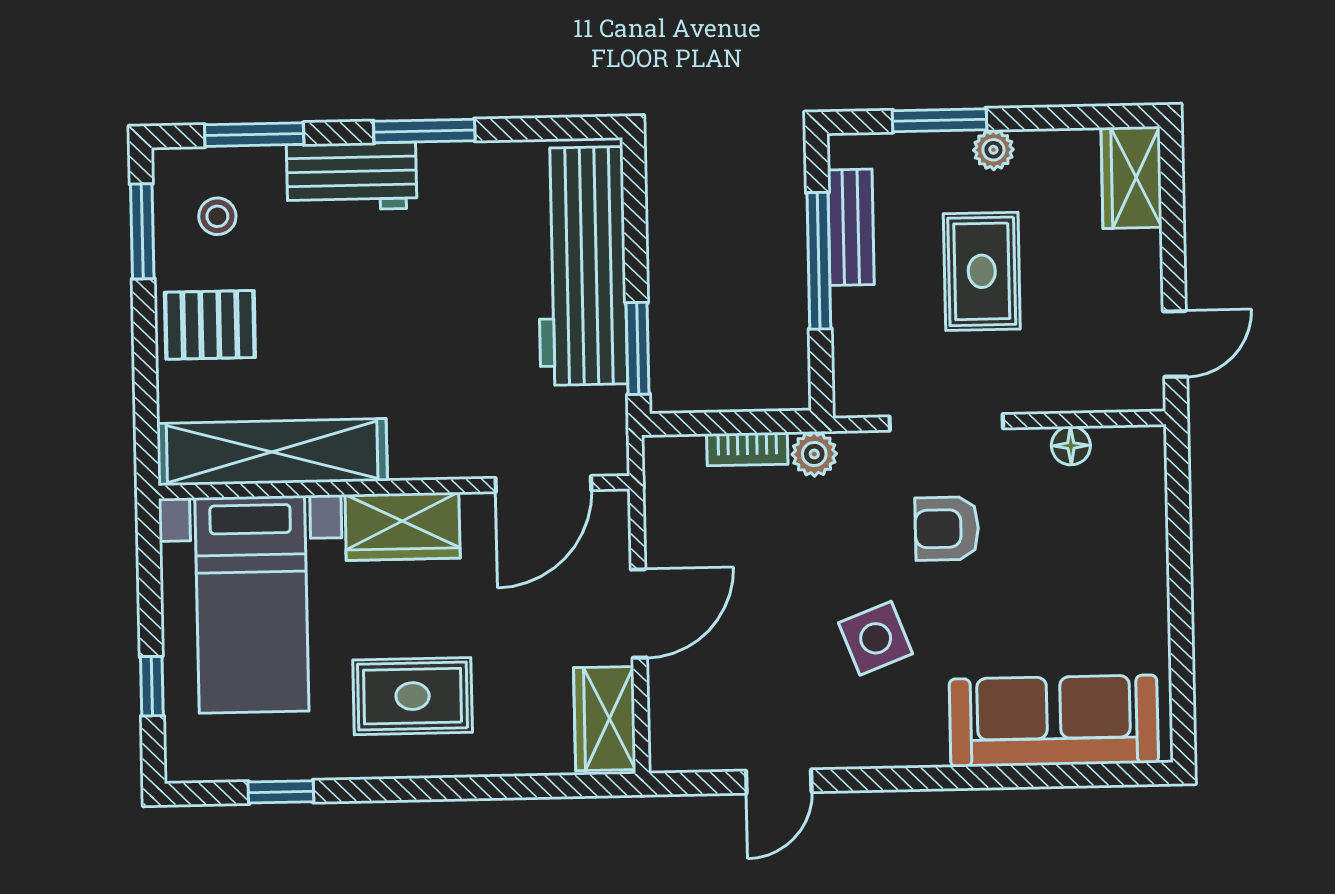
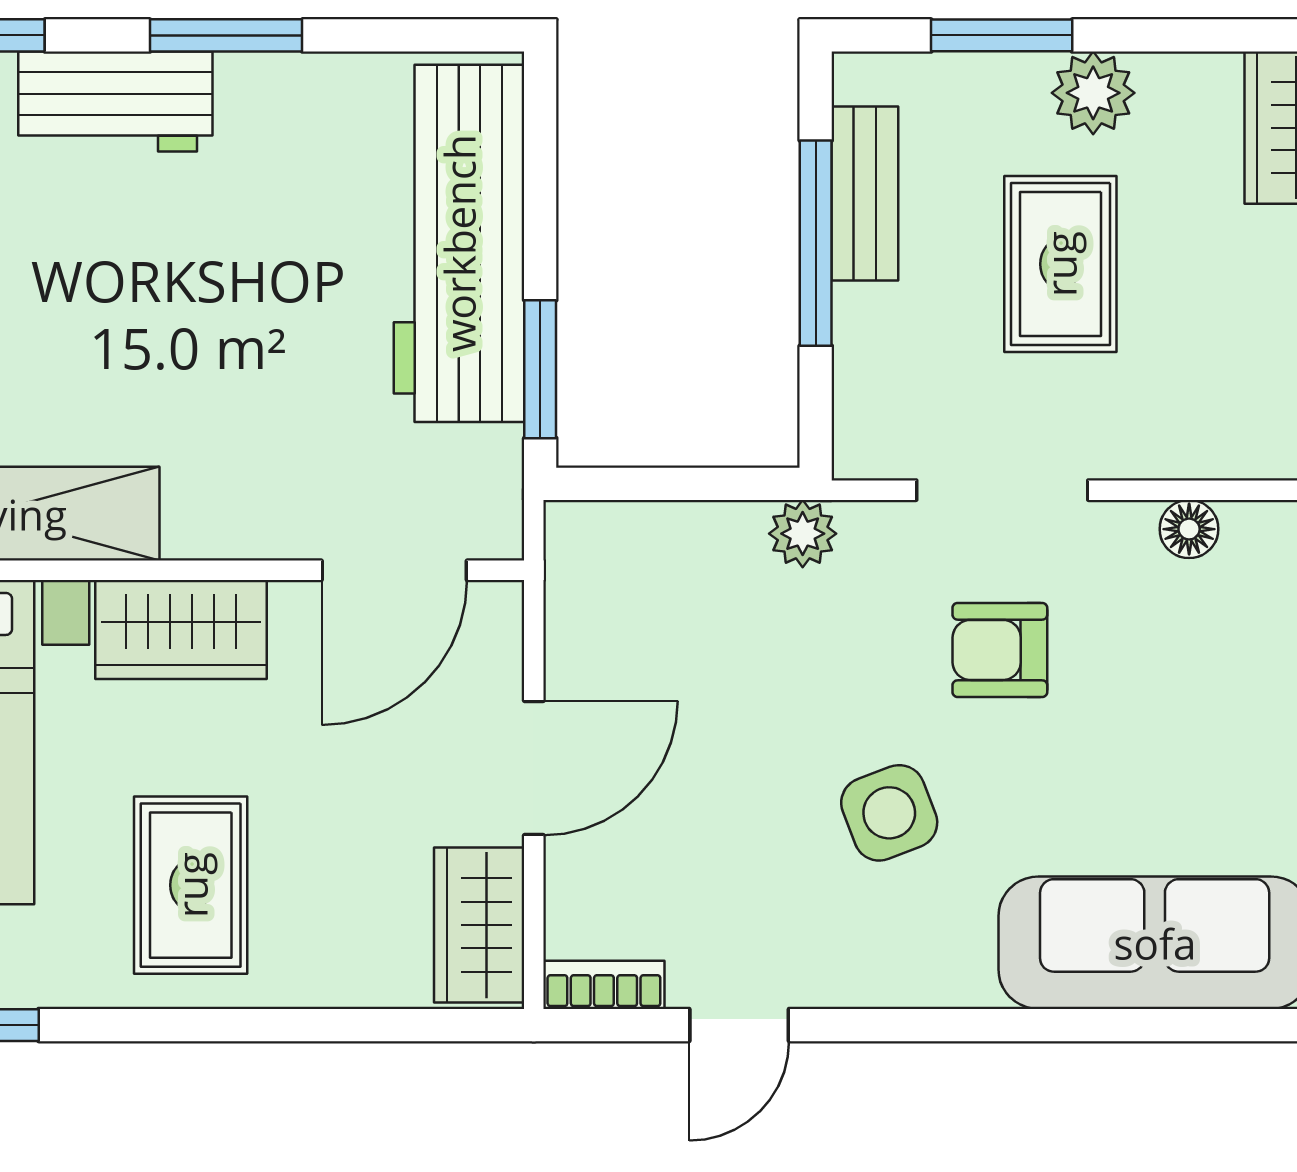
plant: (993, 150) -> (1093, 93), width x1.38, depth x1.38
bookcase: (747, 449) -> (604, 985), moved, turned 180
rug: (413, 696) -> (191, 885), turned 90

